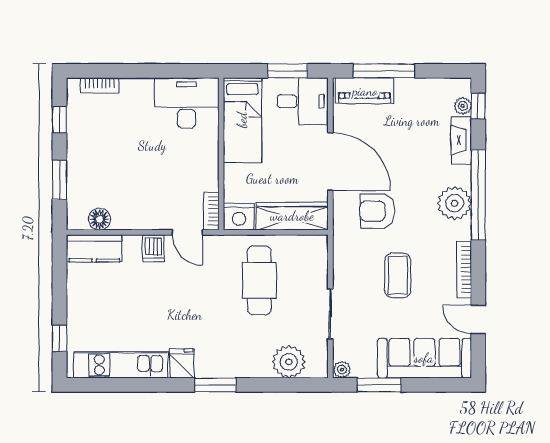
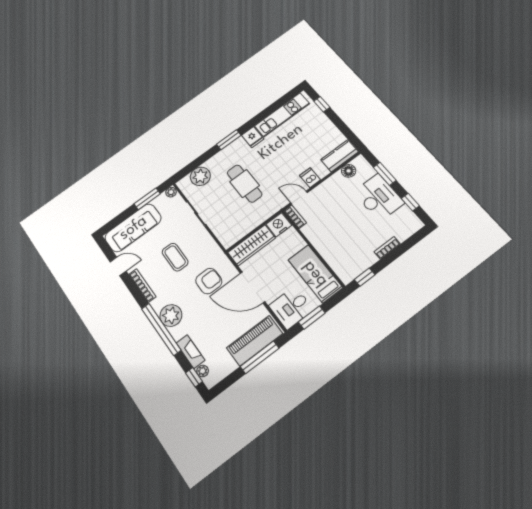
window: (188, 71) -> (365, 277), added
bookcase: (99, 85) -> (387, 248), moved
piano: (365, 91) -> (255, 341), width x1.37, depth x1.33
desk: (187, 103) -> (379, 197), moved, turned -90
cafe table: (259, 280) -> (245, 184), moved

